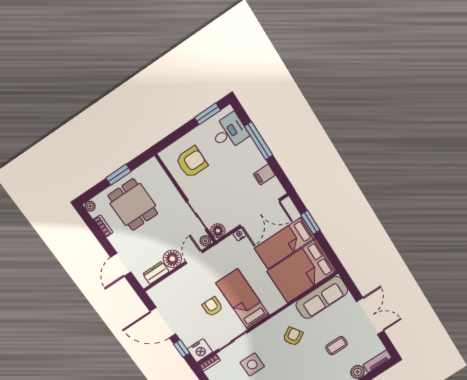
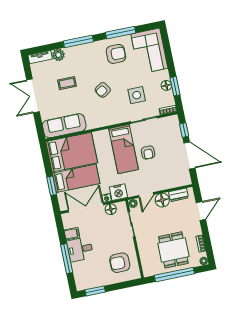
desk: (229, 132) -> (80, 249), moved
window: (118, 175) -> (174, 275), width x2.11
floor lamp: (218, 231) -> (111, 209), moved
armchair: (293, 336) -> (103, 90), moved
nightstand: (200, 351) -> (118, 192), moved, turned 180

